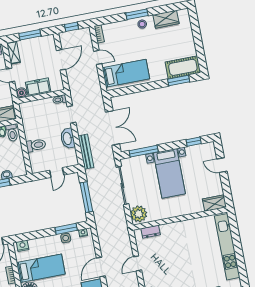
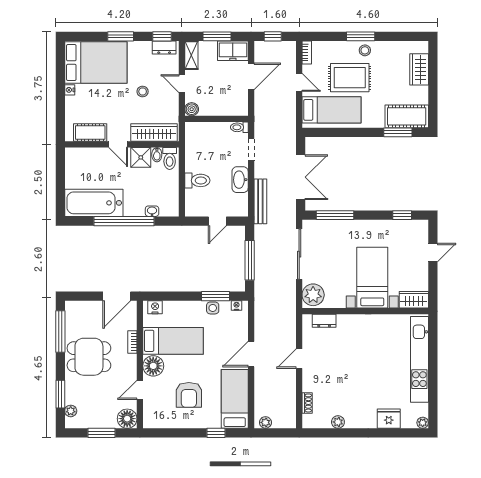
wardrobe: (166, 19) -> (419, 69), moved, turned 90
rug: (135, 47) -> (350, 78), added
freezer: (38, 87) -> (233, 51), moved, turned 180
door: (222, 165) -> (433, 253), swing flipped
bed with nightstands: (169, 173) -> (372, 278), moved, turned 180

